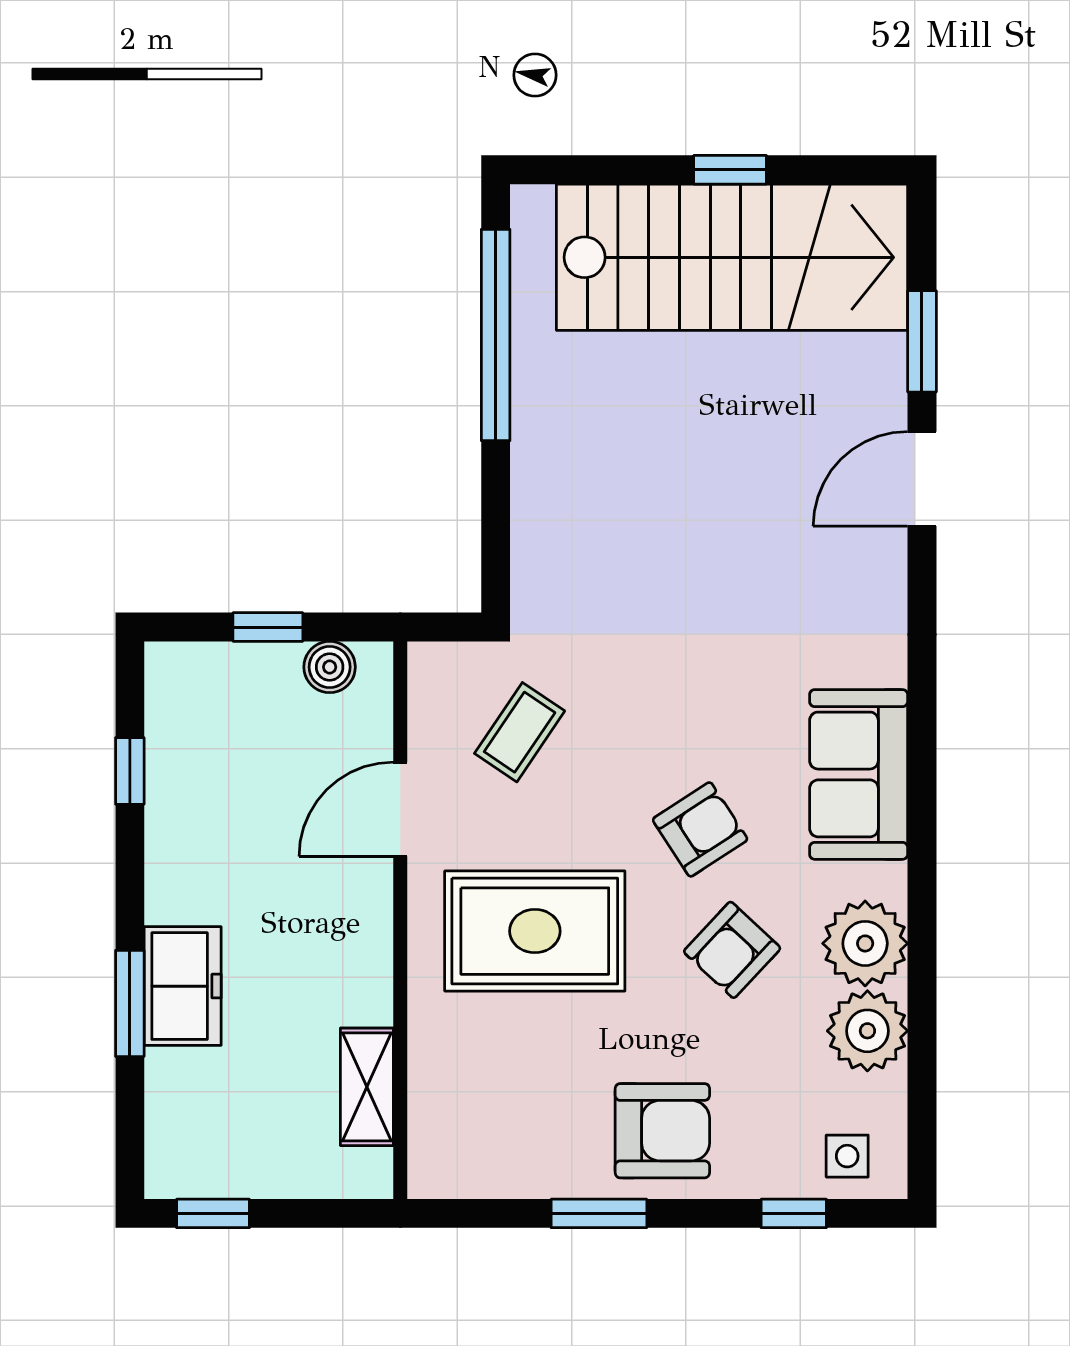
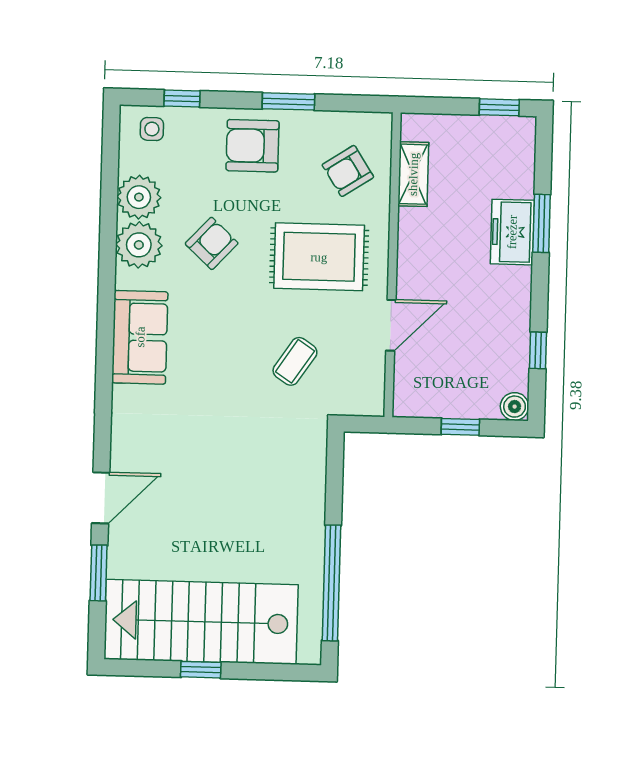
boiler: (330, 667) -> (515, 407), moved
coffee table: (520, 732) -> (295, 361), moved
armchair: (700, 829) -> (348, 171), moved

